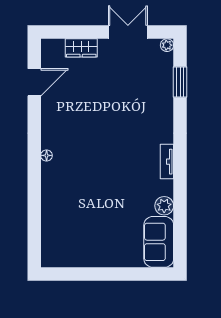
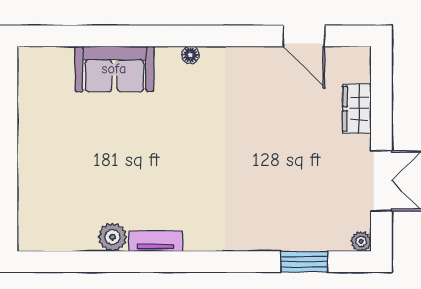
tv unit: (167, 162) -> (156, 241), moved
sofa: (159, 242) -> (114, 69), moved, turned 180

